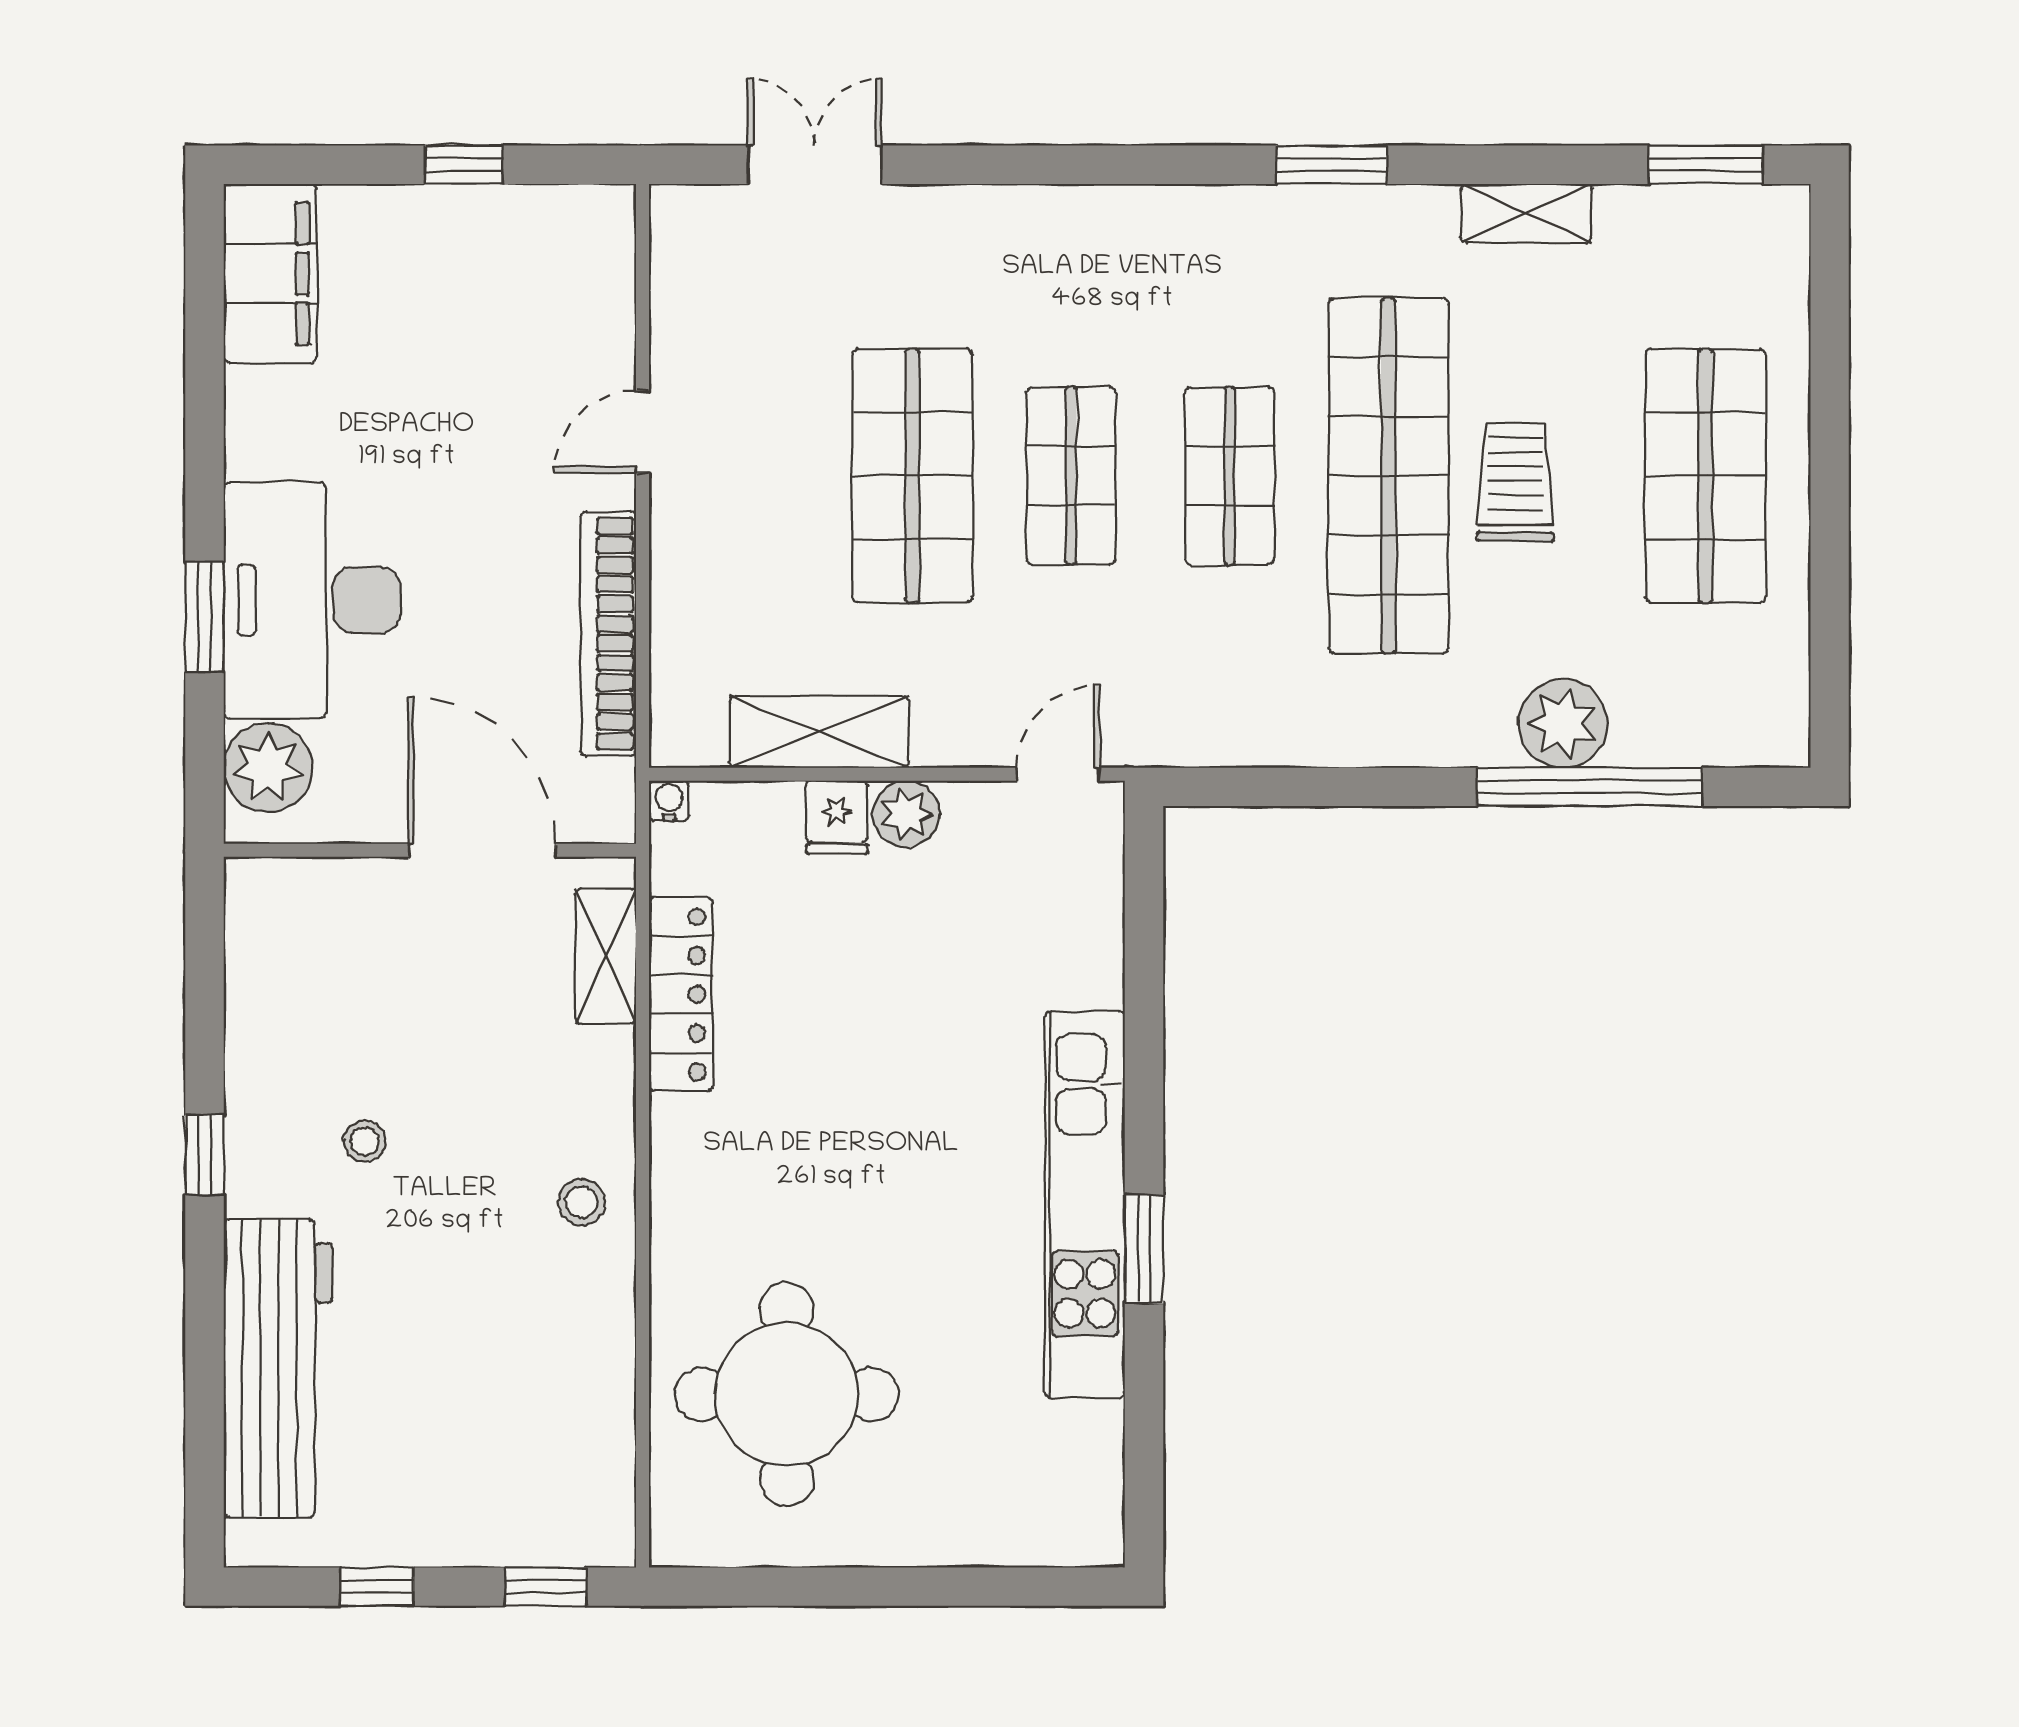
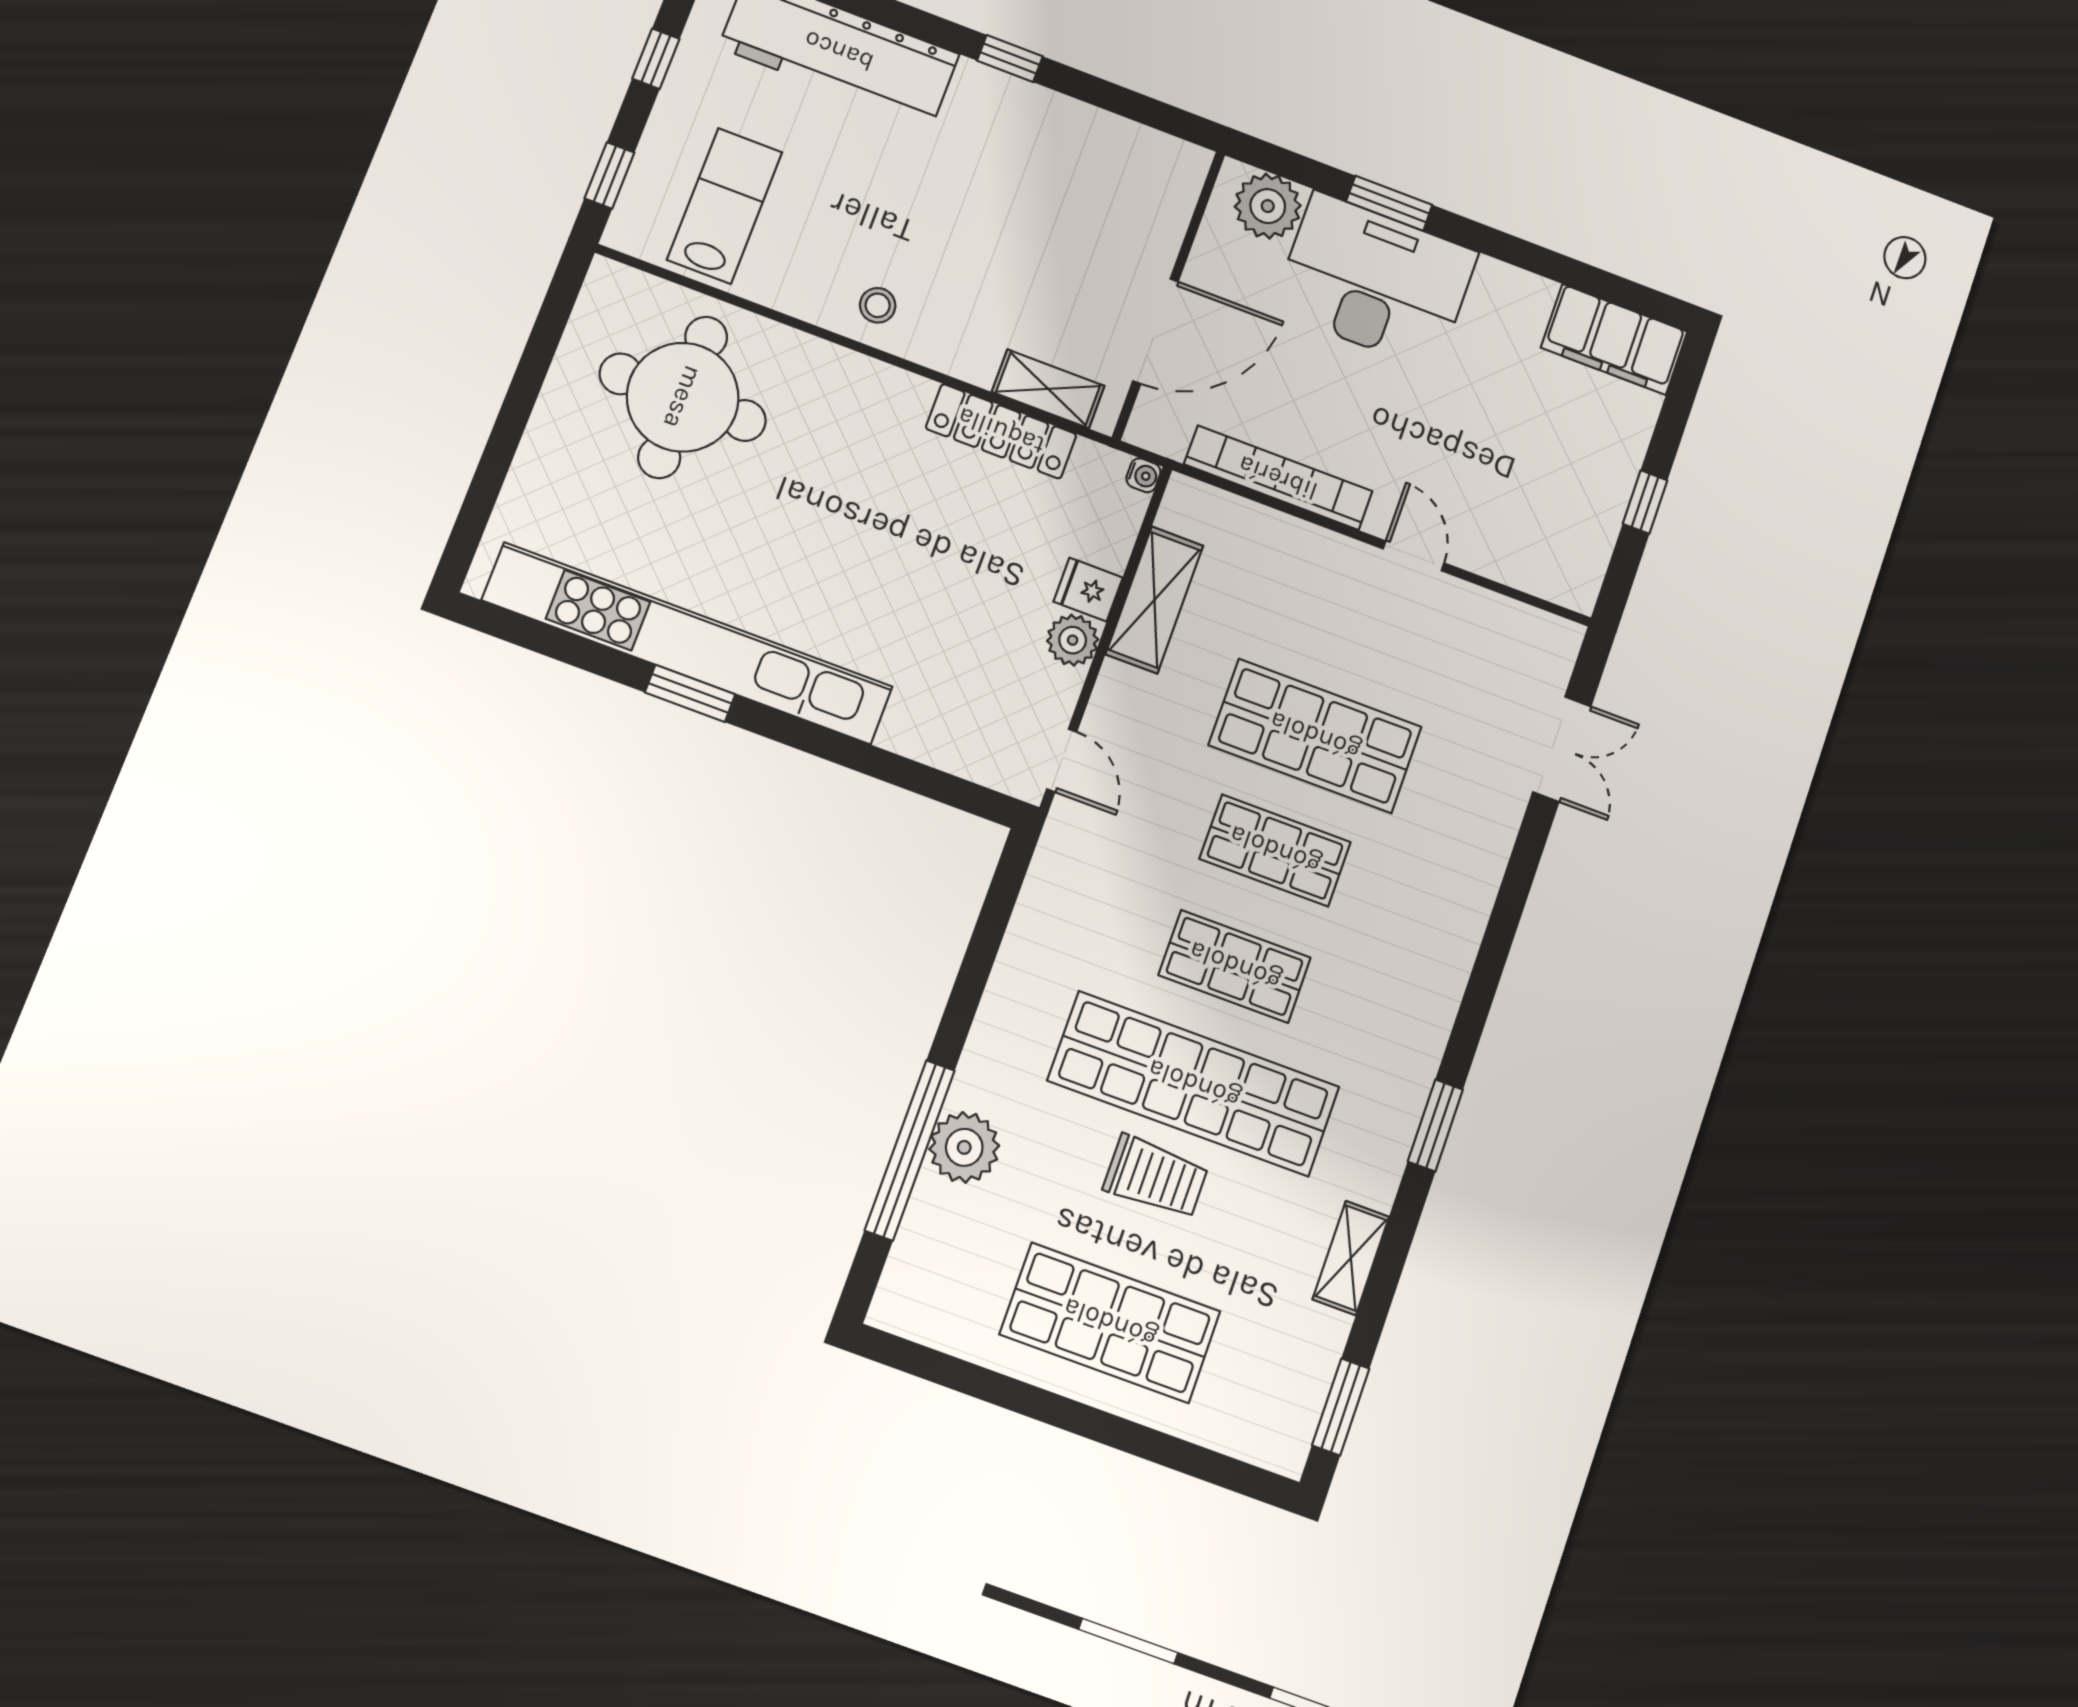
stool: (365, 1141) -> (978, 172), removed
kitchen unit: (1085, 1204) -> (688, 644), width x1.36
lab bench: (529, 1434) -> (725, 206), added

